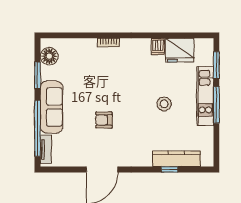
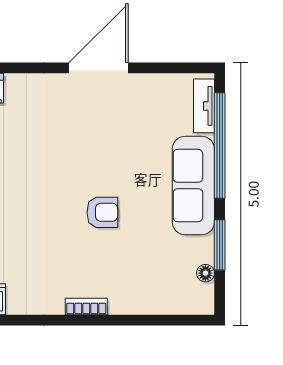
floor lamp: (49, 56) -> (205, 273), width x0.53, depth x0.53
armchair: (104, 120) -> (102, 212), moved

